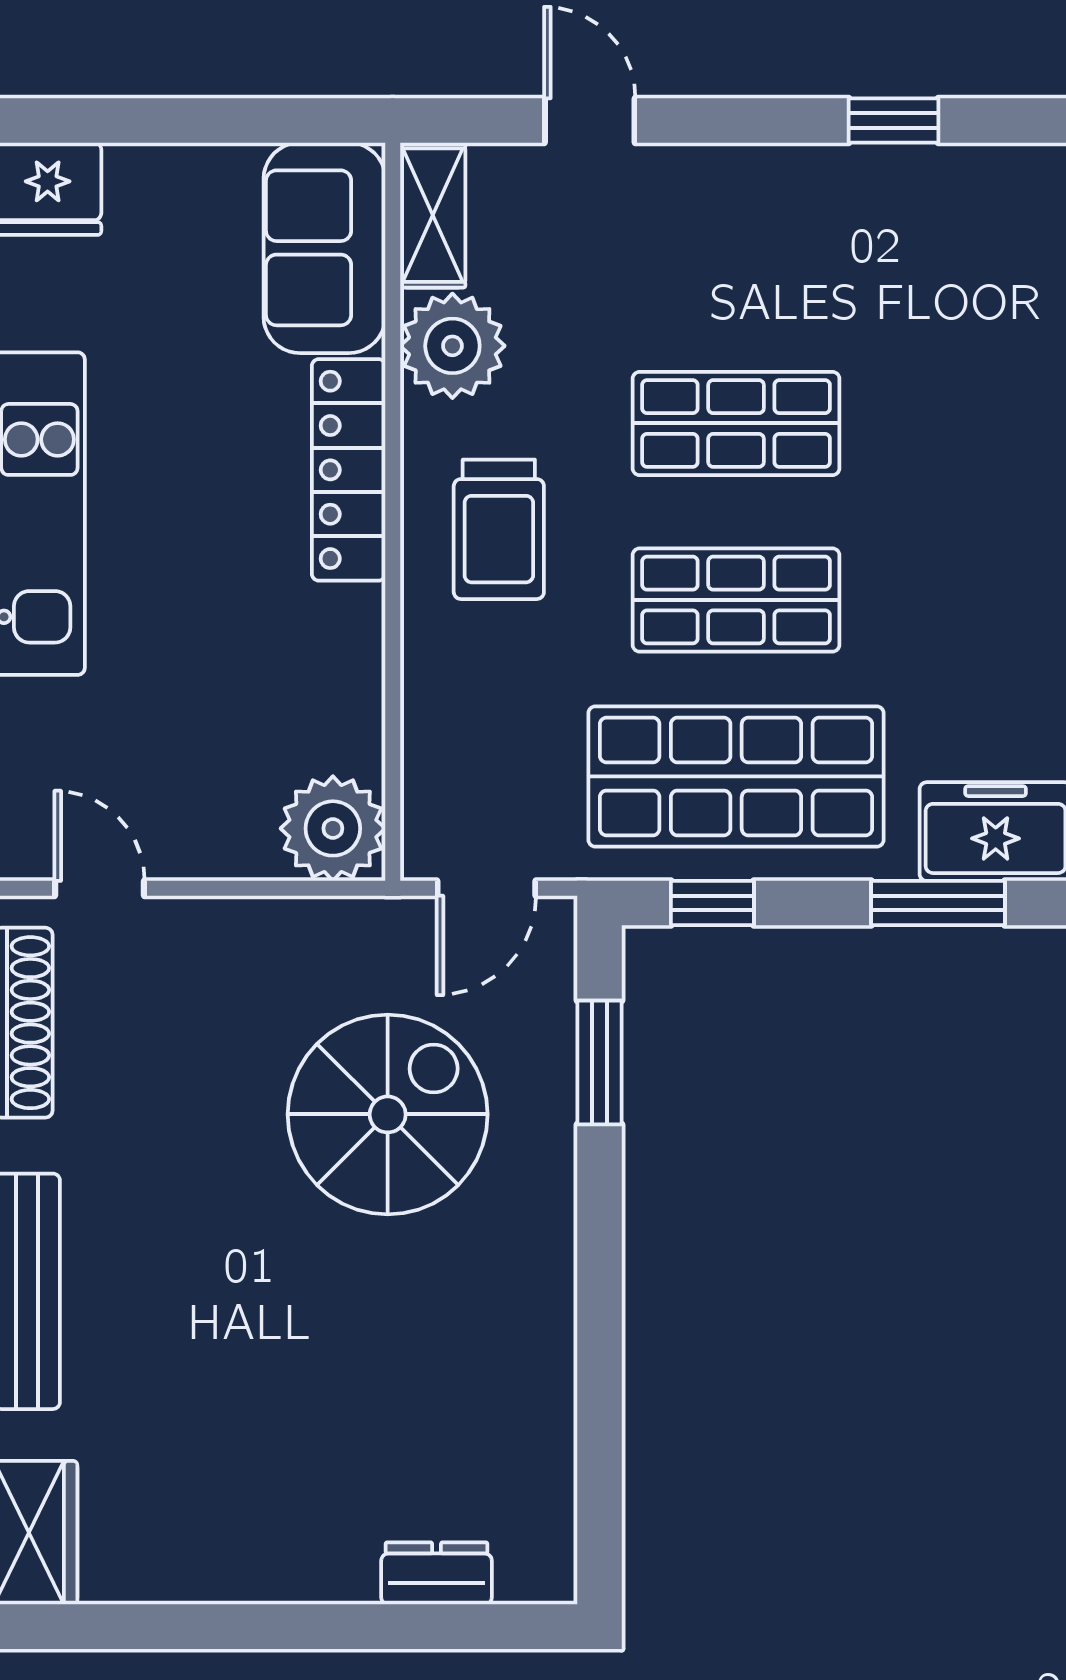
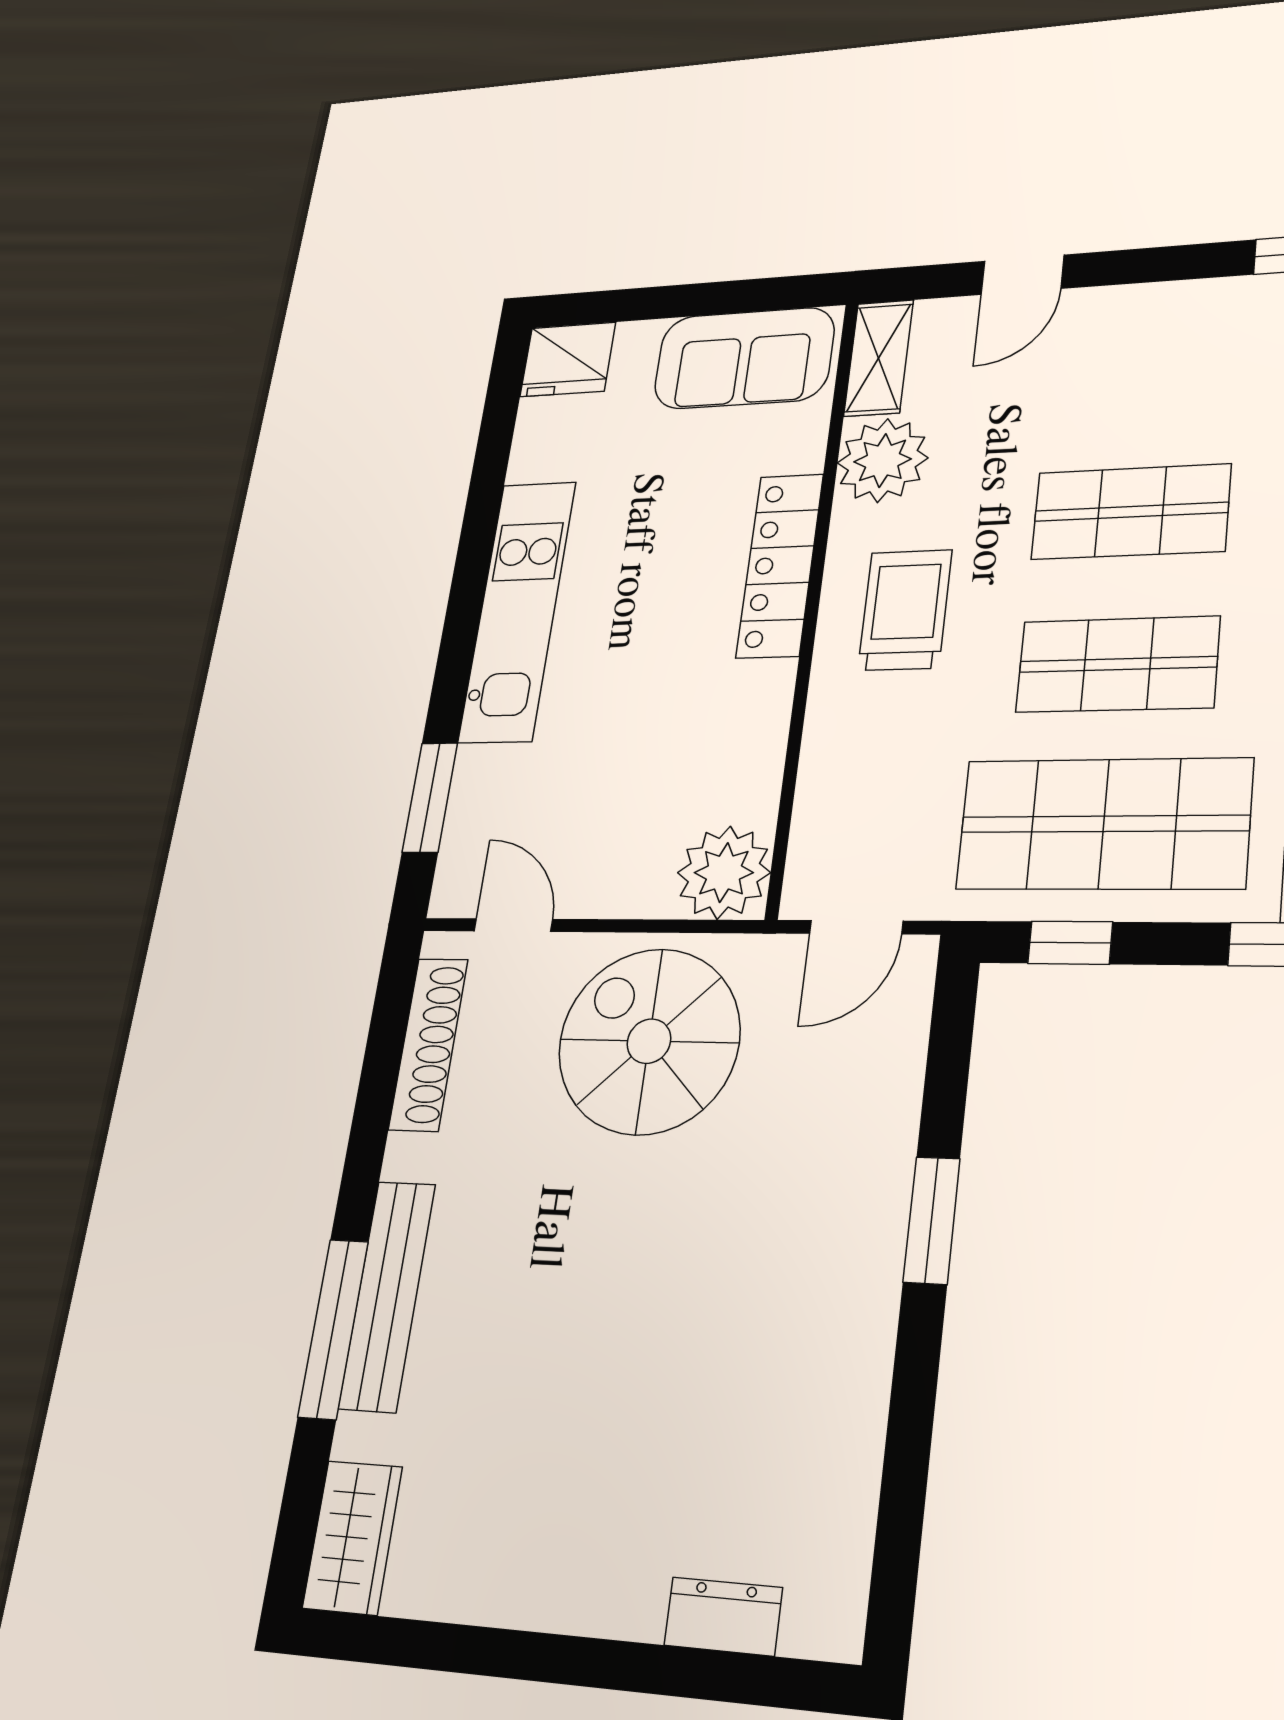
door: (590, 120) -> (1022, 275), swing flipped
sofa: (324, 248) -> (744, 358), moved, turned -90
trolley: (499, 529) -> (905, 610), turned 180
window: (599, 1063) -> (932, 1220), moved
spiral stairs: (388, 1114) -> (649, 1041), moved, turned -90

